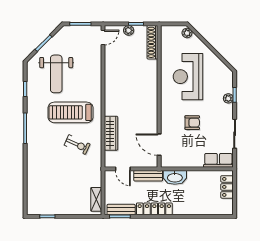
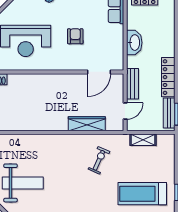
treadmill: (71, 112) -> (142, 194), moved, turned 90
washbasin: (175, 177) -> (134, 43), moved
shelving: (96, 199) -> (143, 140), moved

